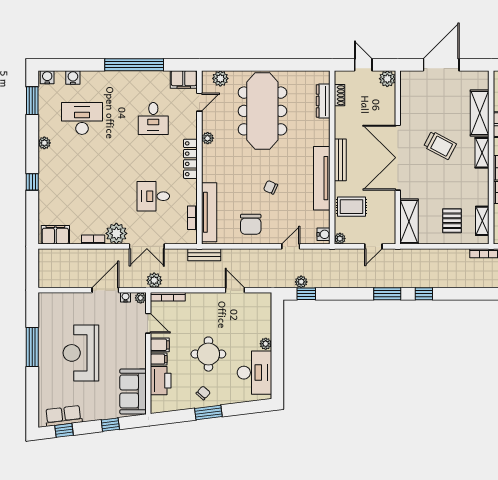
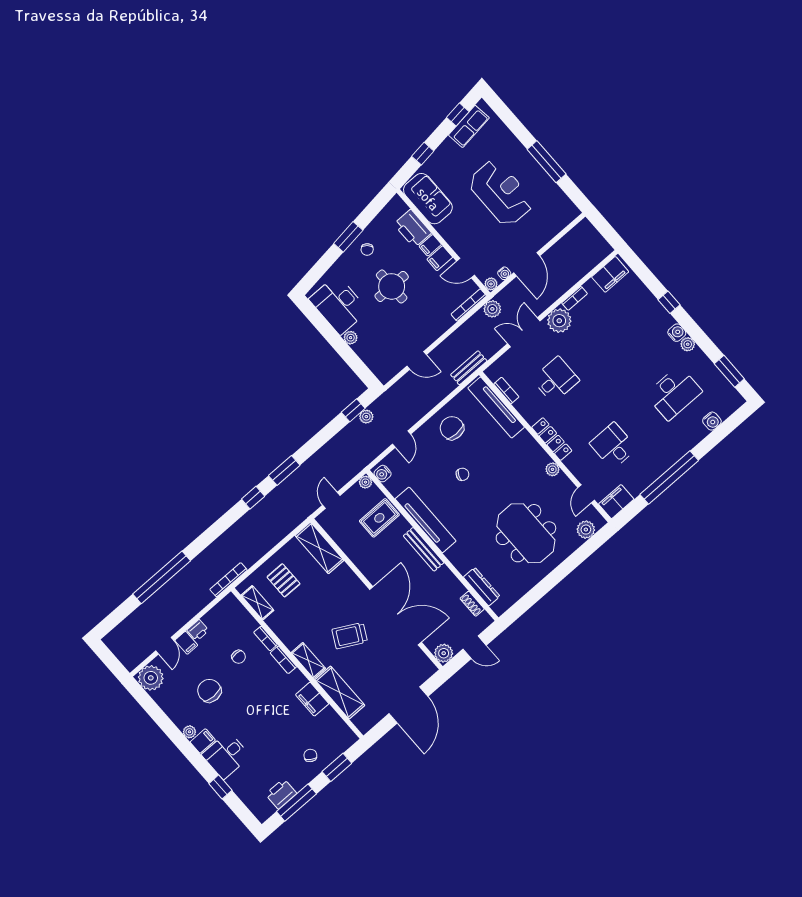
water cooler: (47, 77) -> (677, 333), moved, turned -90
meeting table: (262, 111) -> (526, 533), width x0.73
double door: (398, 158) -> (395, 616), moved

